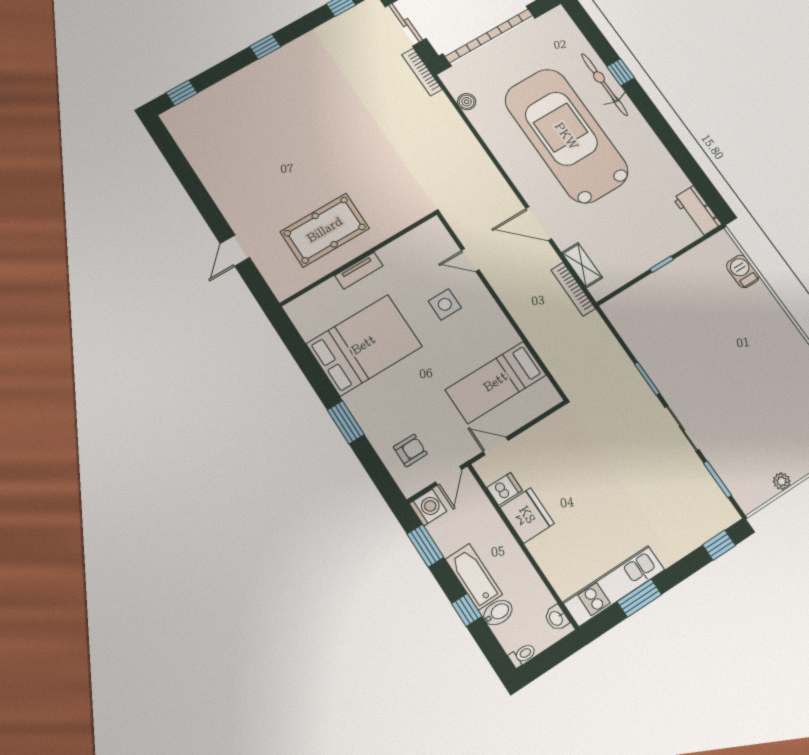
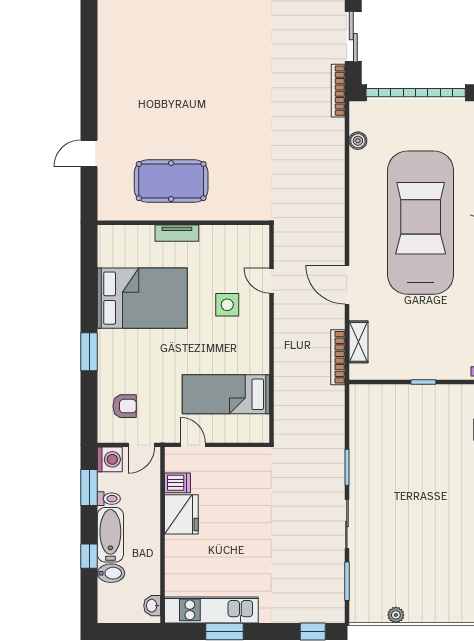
toilet: (522, 655) -> (109, 499), moved

